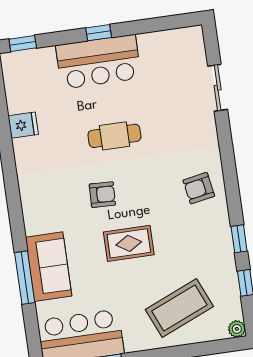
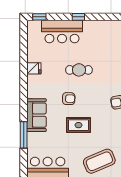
bar counter: (98, 62) -> (62, 31), moved
fridge: (23, 125) -> (34, 68), moved
sofa: (49, 267) -> (36, 115), moved

